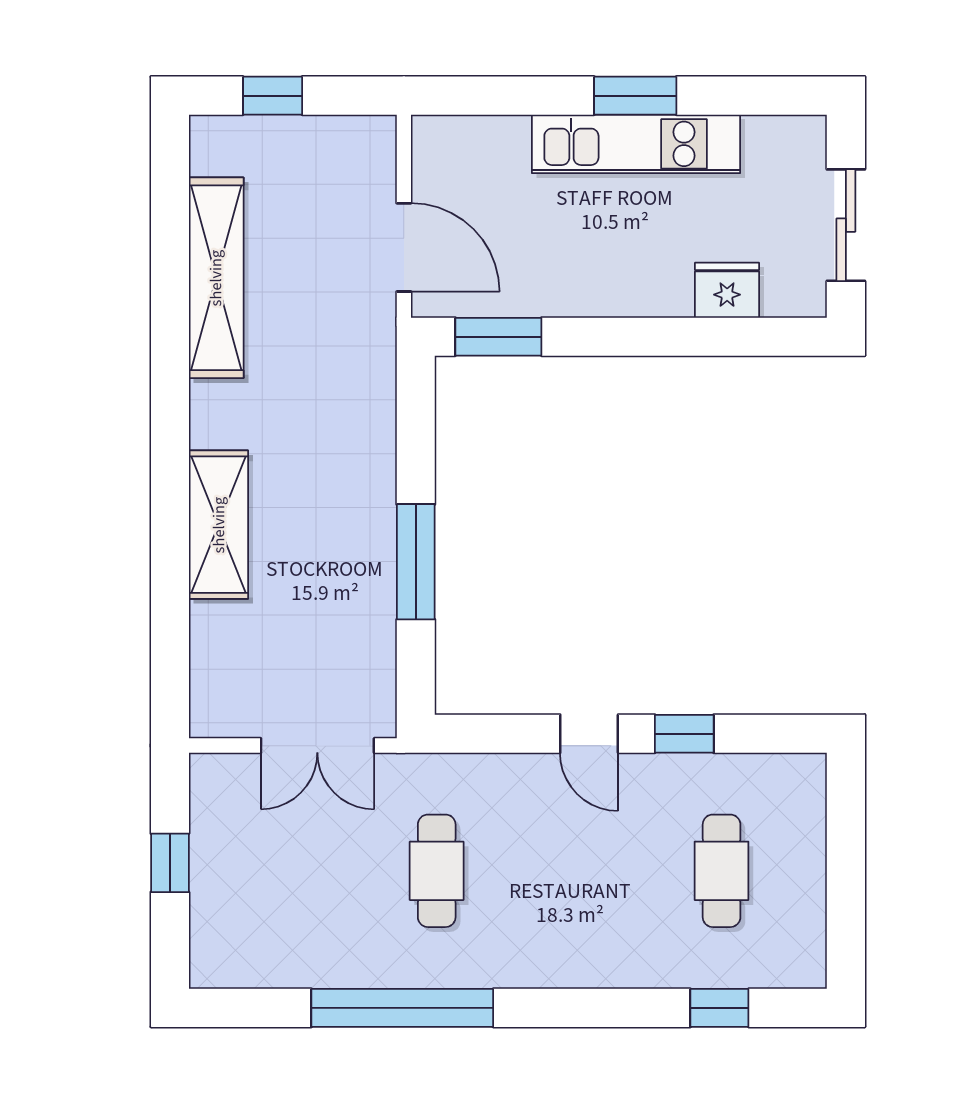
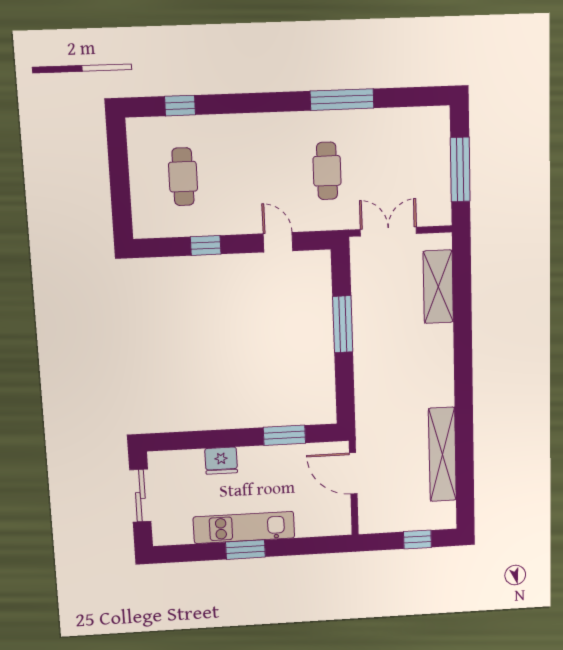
fridge: (727, 290) -> (221, 461), moved
window: (498, 337) -> (284, 435), moved
shelving: (219, 525) -> (438, 287), moved
door: (589, 734) -> (278, 242), moved
window: (170, 863) -> (460, 170), width x2.17
window: (402, 1008) -> (342, 100), width x0.68

